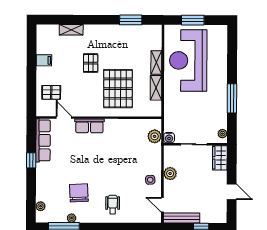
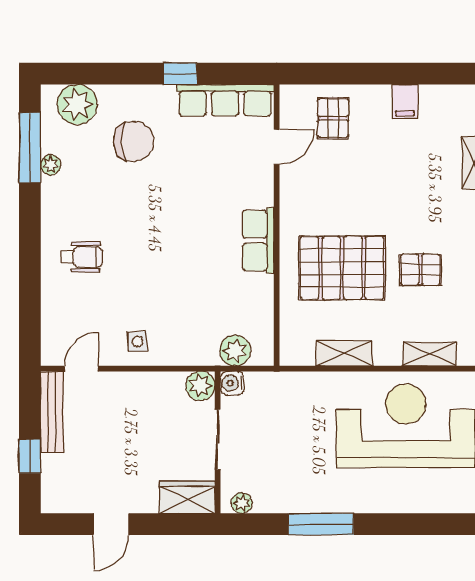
shelving: (156, 62) -> (430, 354), moved
pallet: (91, 63) -> (420, 270), moved
row of seats: (89, 126) -> (258, 241), moved
plant: (170, 174) -> (200, 386), moved
chair: (79, 193) -> (134, 142), moved
plant: (41, 206) -> (77, 104), width x1.88, depth x1.88

